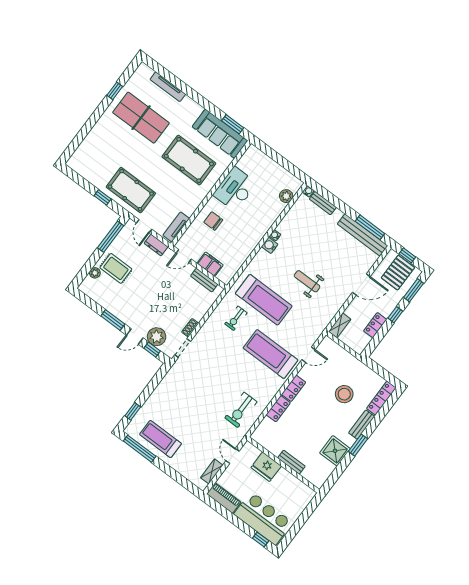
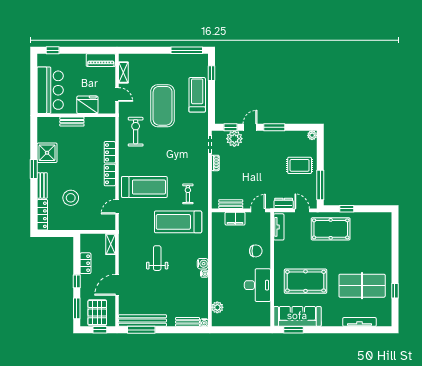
plant: (95, 273) -> (312, 135), moved
weight bench: (307, 281) -> (157, 258), turned -90
exercise mat: (199, 415) -> (163, 106), added
treadmill: (160, 439) -> (197, 95), moved, turned -90
bar counter: (263, 518) -> (50, 90), moved, turned -90

